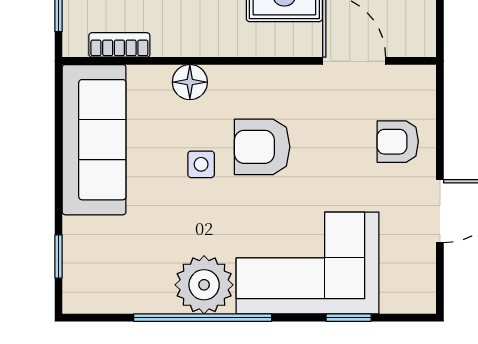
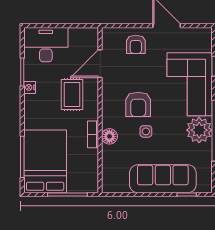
bookcase: (119, 45) -> (93, 134), moved
sofa: (94, 140) -> (163, 179), moved

